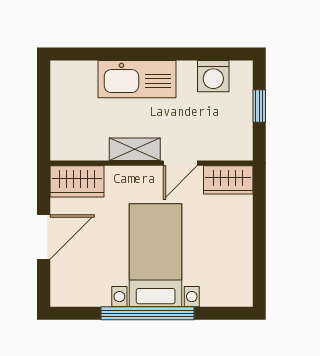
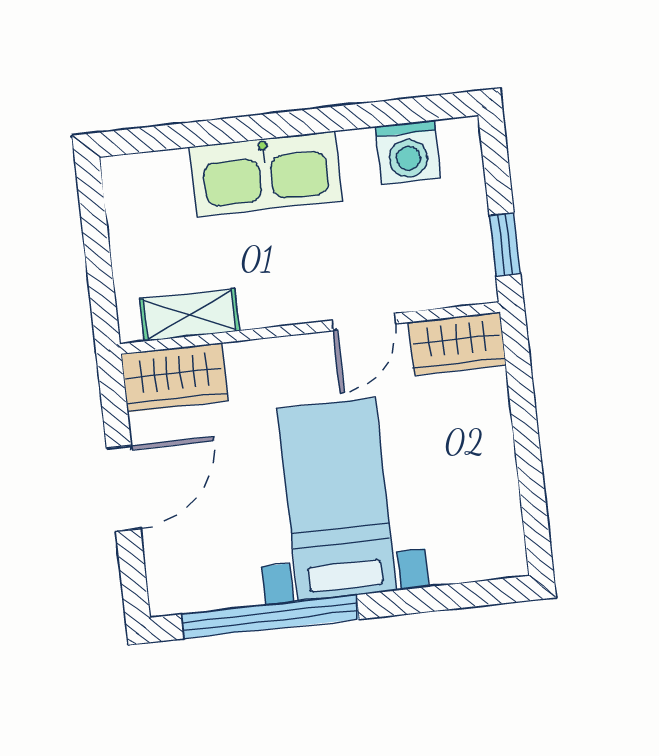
window: (259, 106) -> (505, 245), moved
shelving: (135, 149) -> (190, 315), moved
window: (148, 313) -> (270, 617), moved

